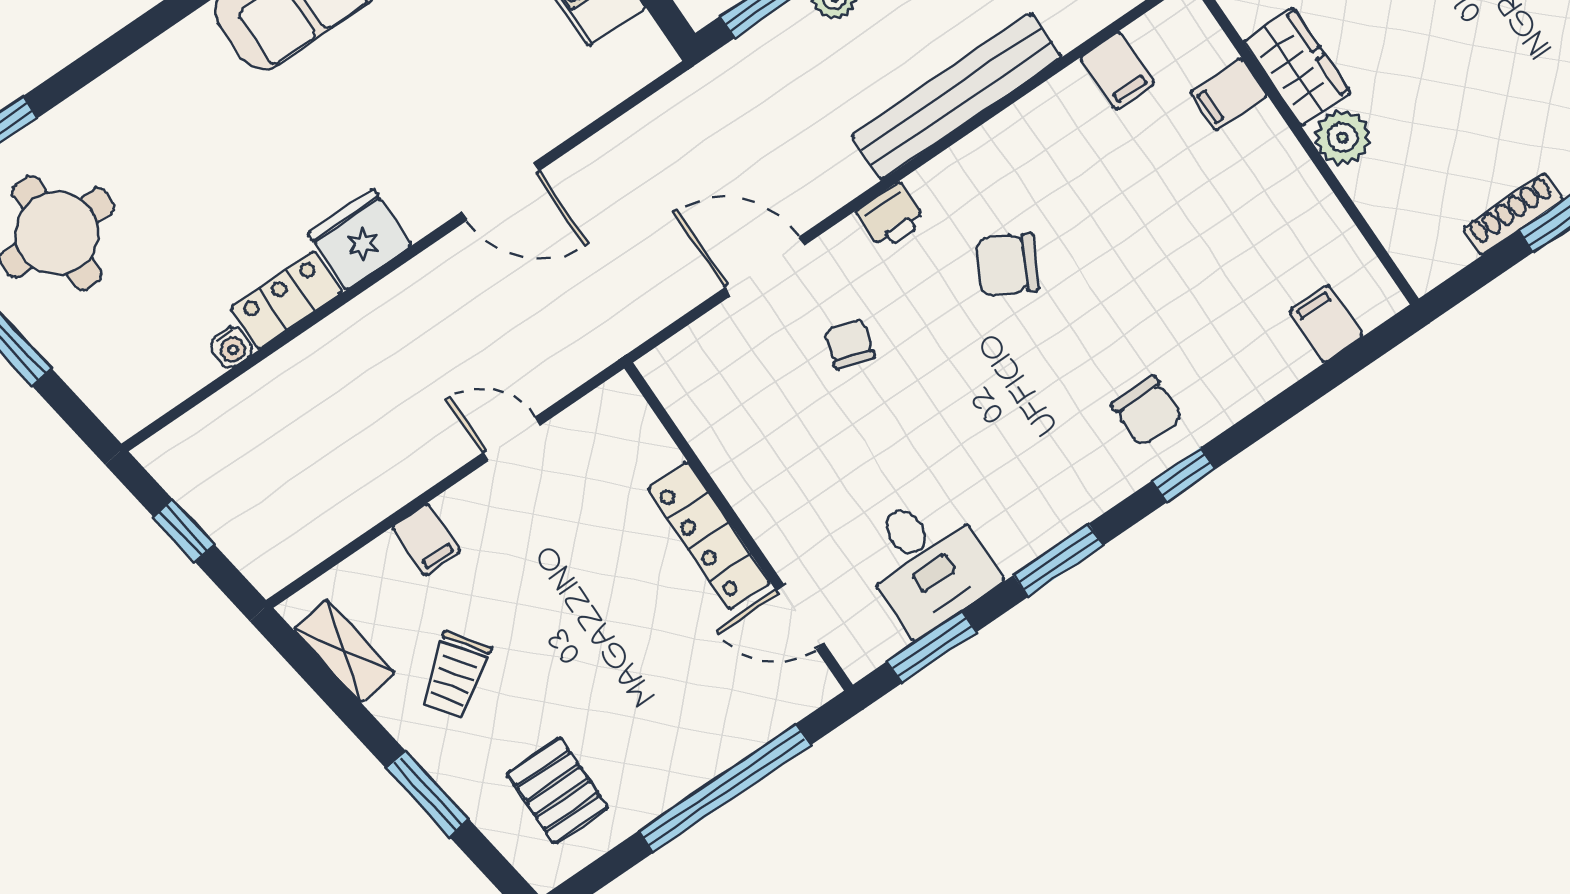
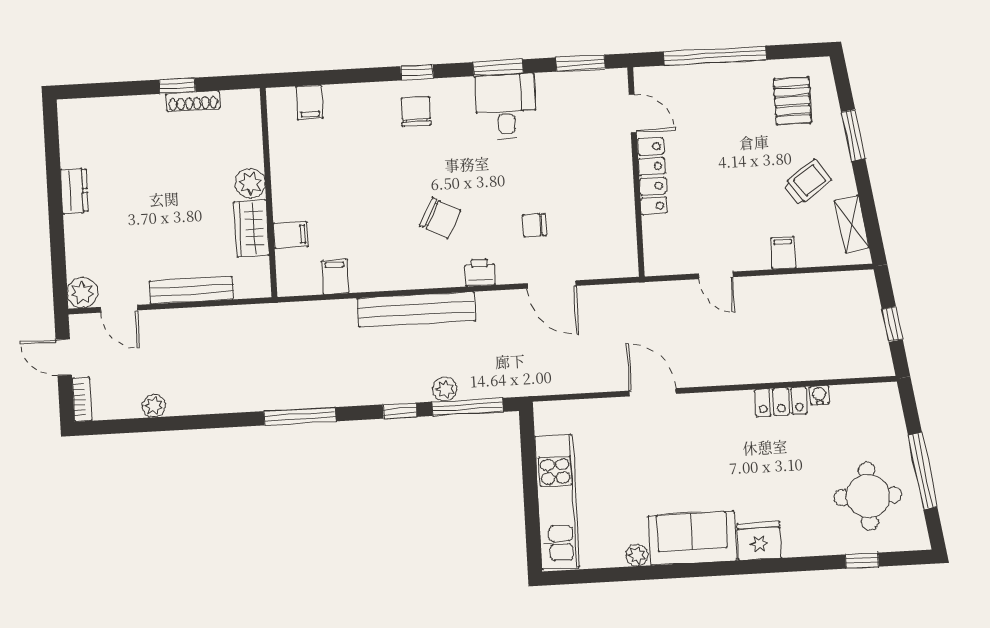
fridge: (360, 239) -> (759, 541), moved, turned 180
chair: (849, 344) -> (534, 225), turned 73
desk: (927, 562) -> (506, 106), moved

